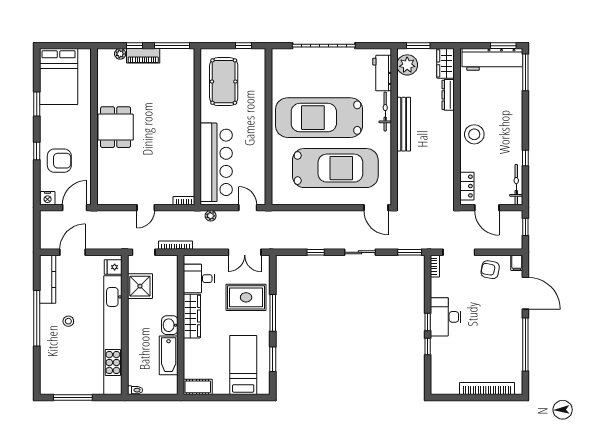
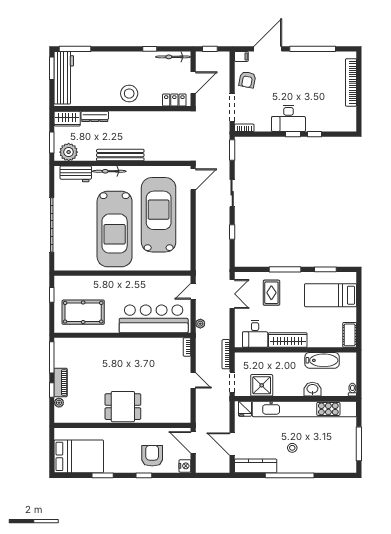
rug: (246, 297) -> (271, 293), width x0.73, depth x0.70
washbasin: (170, 325) -> (312, 389), moved, turned 180

